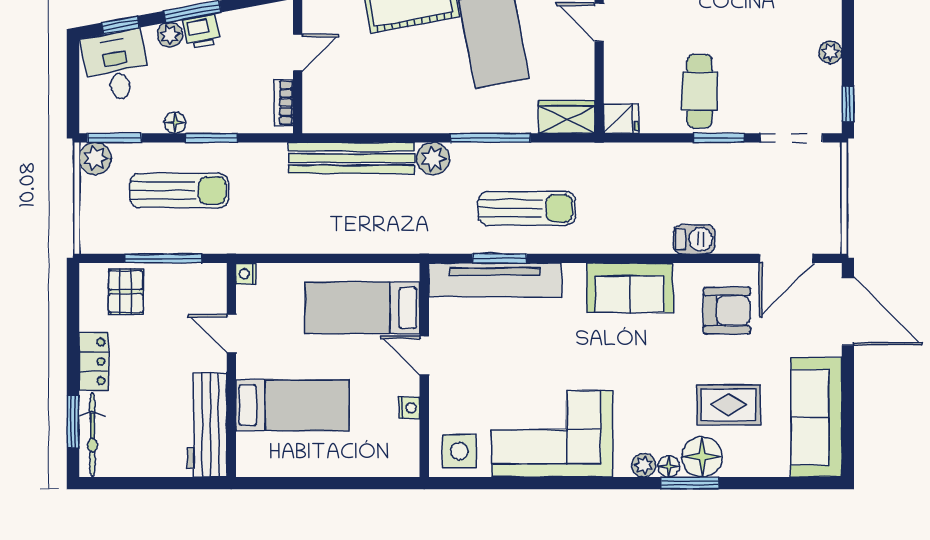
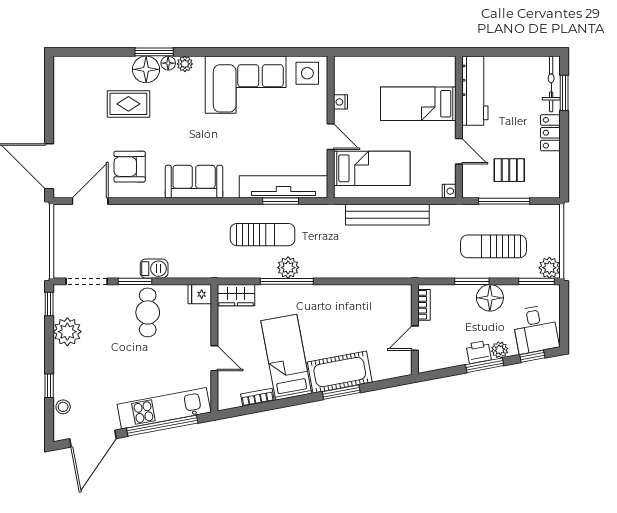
plant: (830, 52) -> (67, 332), width x1.88, depth x1.88
floor lamp: (175, 123) -> (490, 298), width x1.89, depth x1.89
bench: (352, 158) -> (387, 215), moved
plant: (433, 159) -> (288, 268), moved
sun lounger: (527, 208) -> (263, 235), turned 180
barbecue: (694, 239) -> (154, 269), moved, turned 180
pallet: (126, 292) -> (509, 170), moved, turned 90
sofa: (816, 417) -> (70, 96), removed

